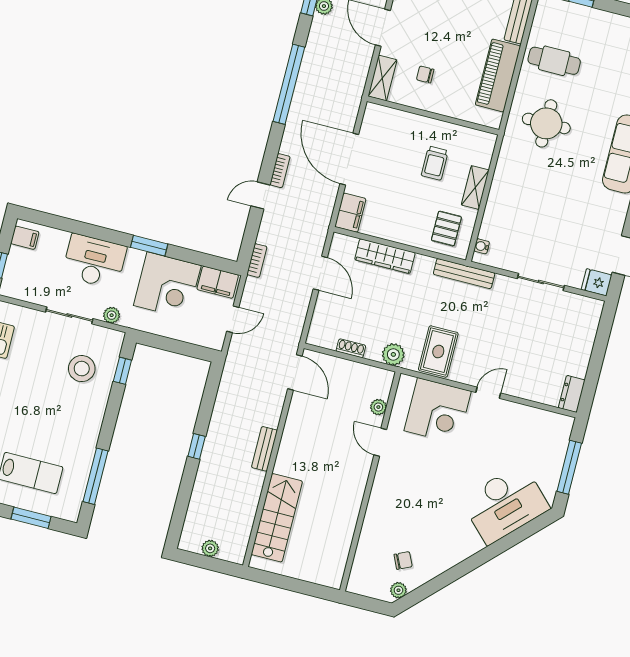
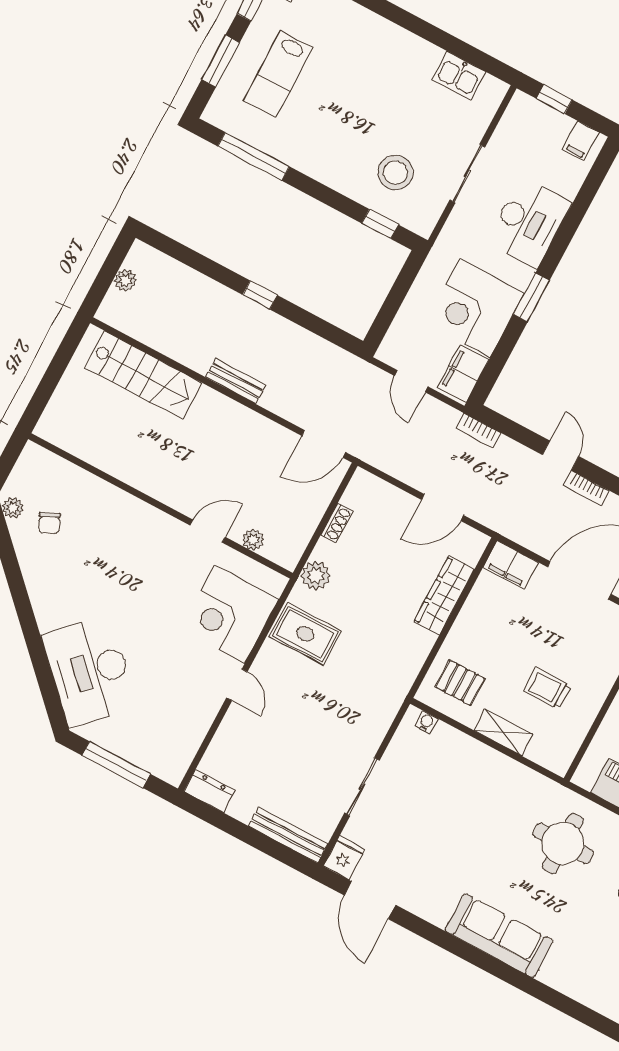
bench: (464, 274) -> (288, 835), moved, turned 90
plant: (112, 315) -> (454, 228), removed

